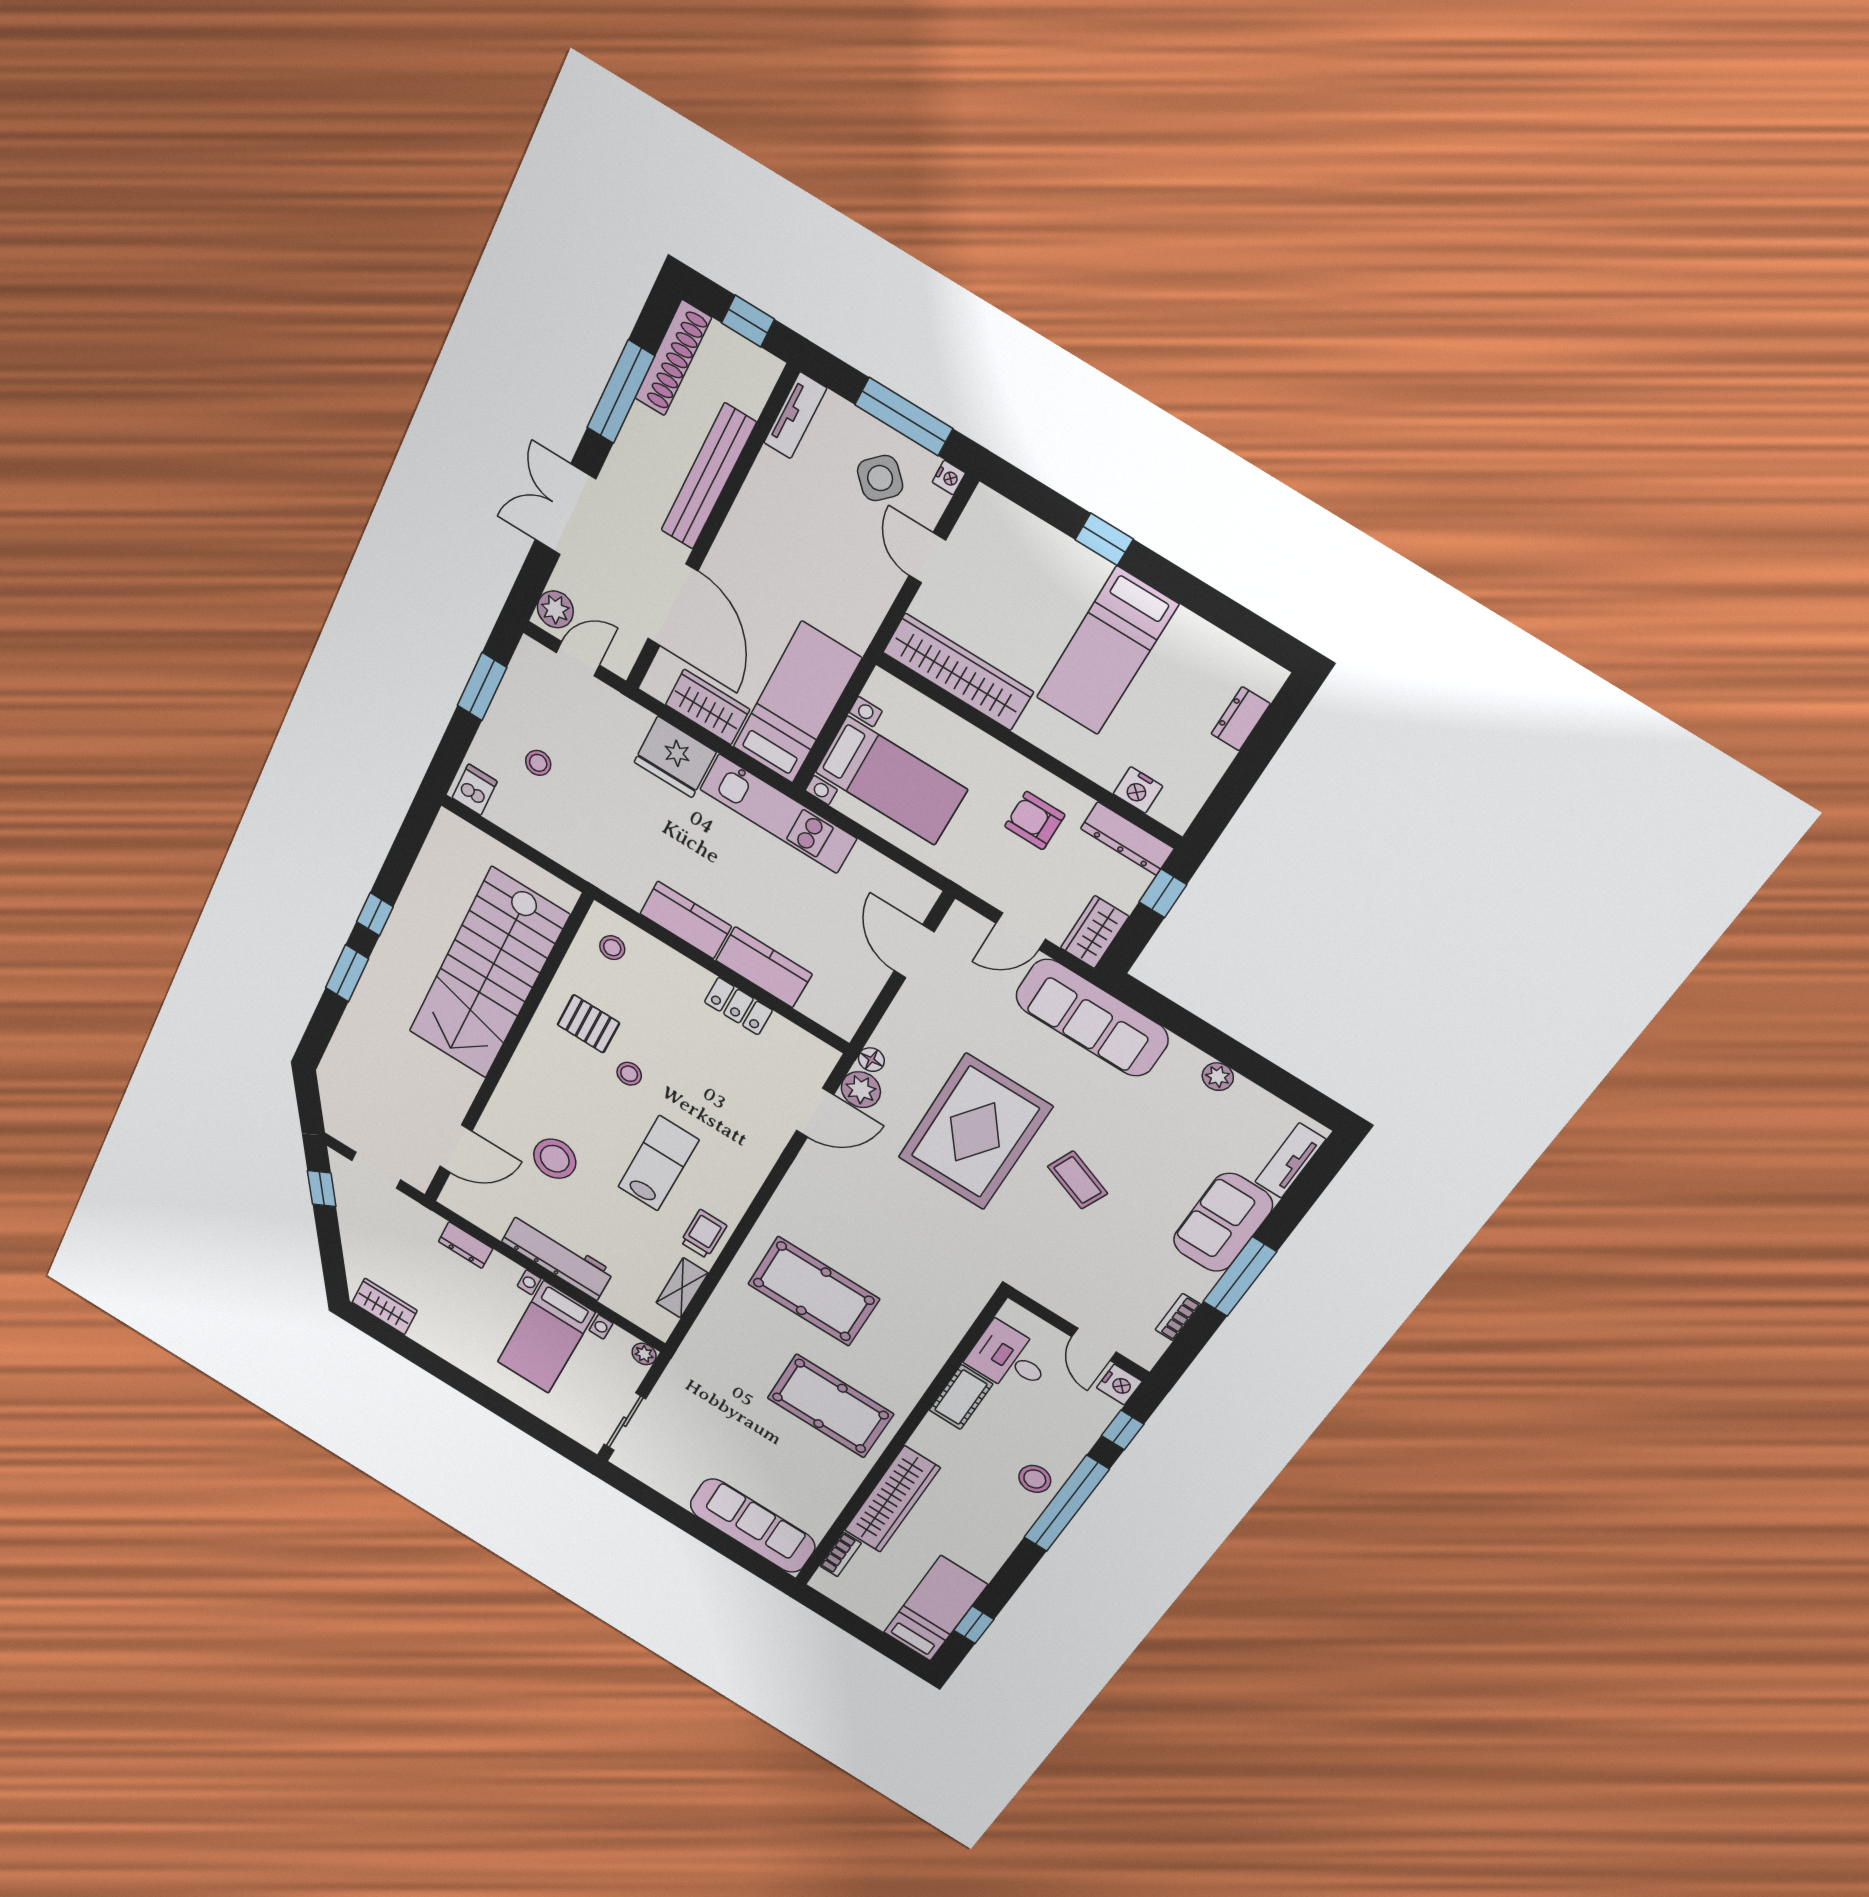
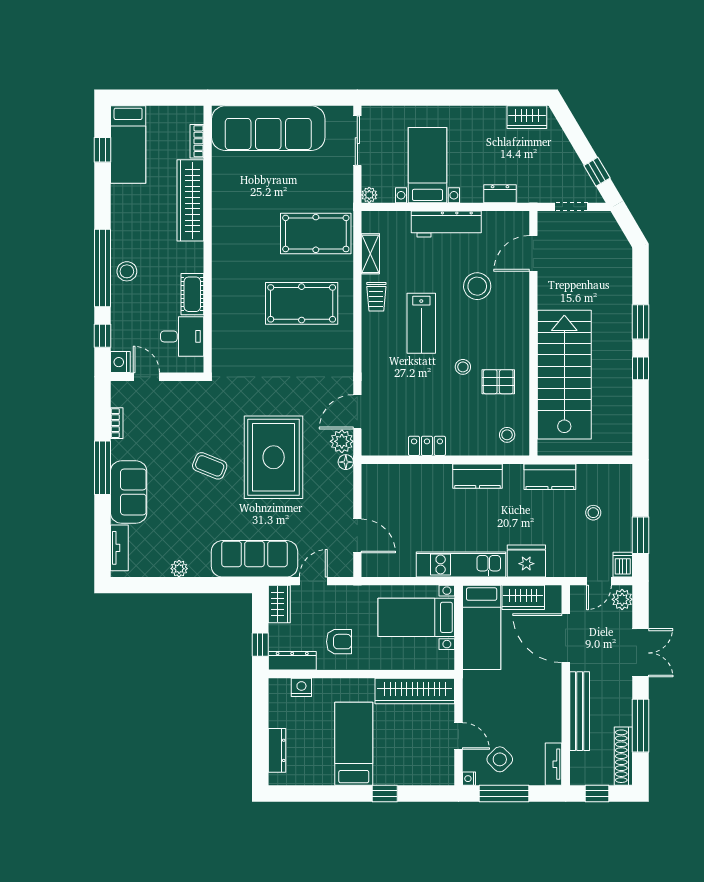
dresser: (1241, 719) -> (277, 750), width x1.44
dishwasher: (475, 790) -> (623, 565), moved, turned 180
kitchen counter: (764, 967) -> (550, 477), moved
pool table: (830, 1406) -> (316, 233), moved
sofa: (753, 1526) -> (268, 128), width x1.36, depth x1.27

